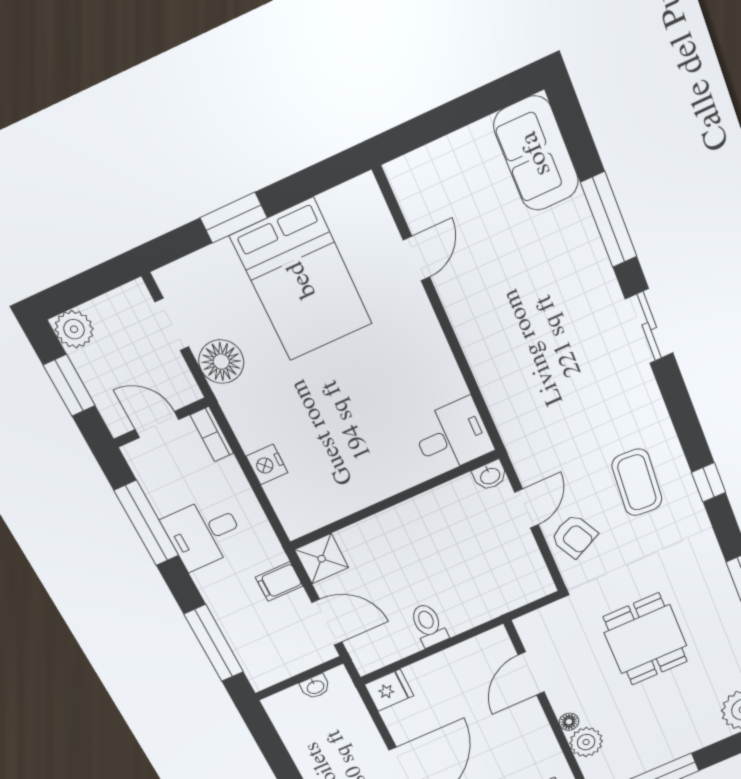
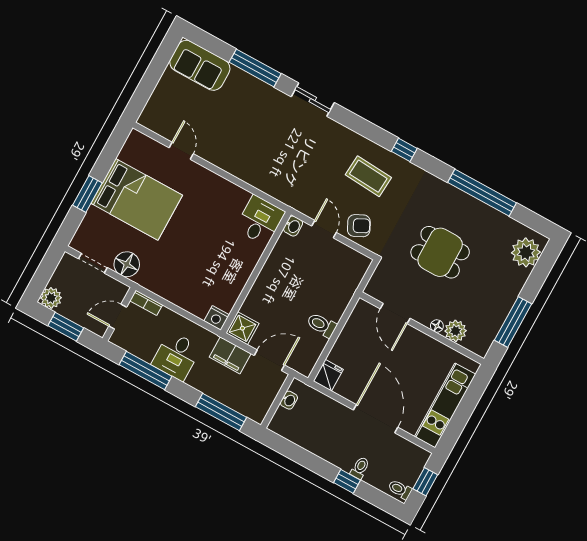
nightstand: (267, 465) -> (217, 318), moved
filing cabinet: (279, 582) -> (230, 355), width x2.00

